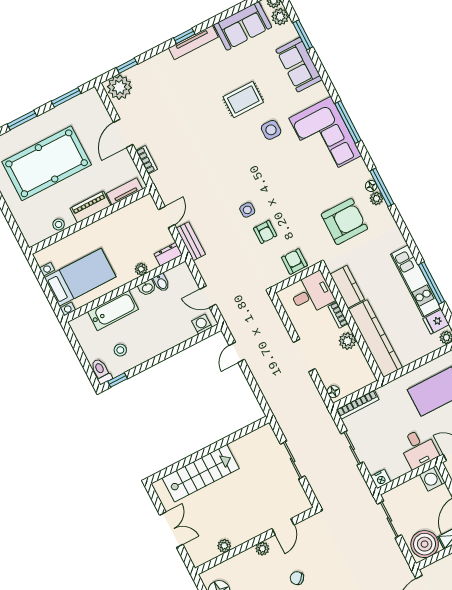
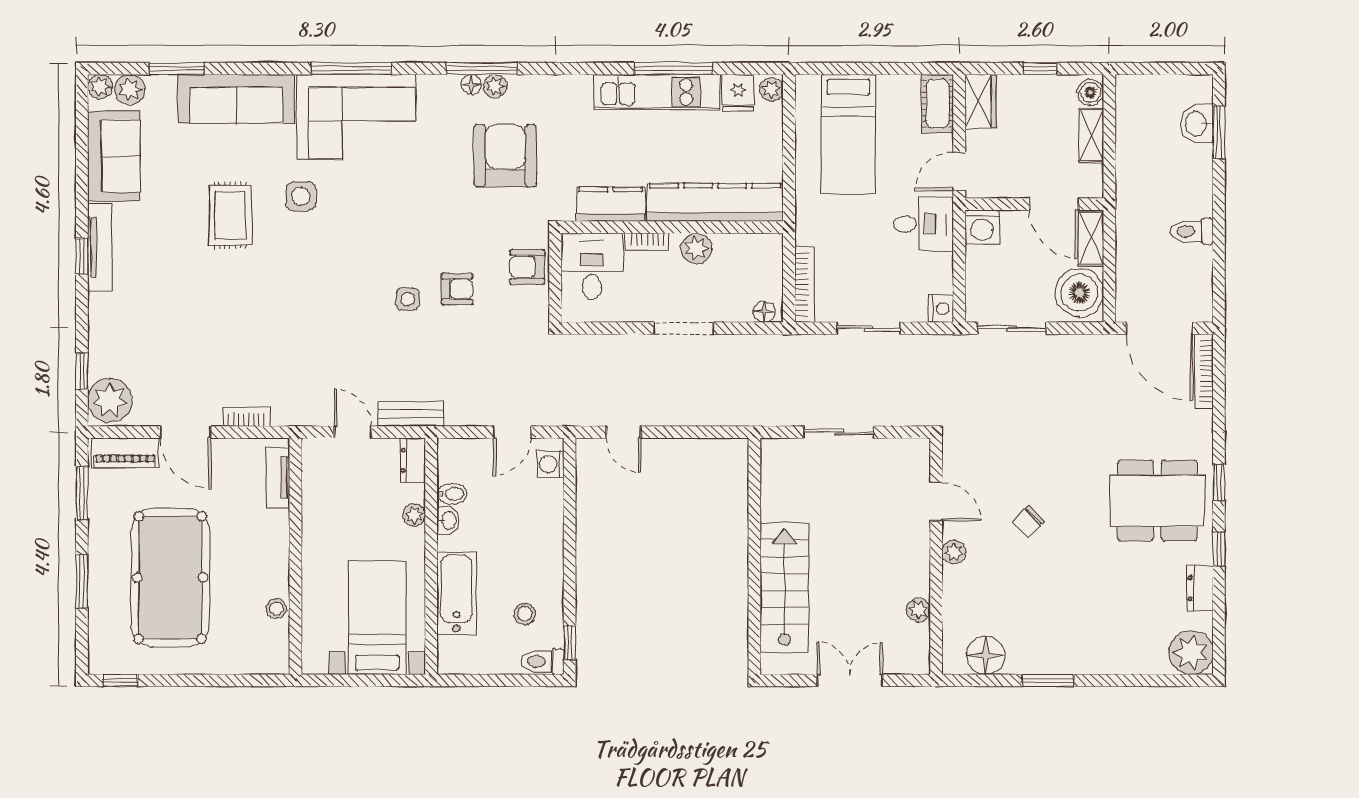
sofa: (299, 65) -> (236, 99), width x1.36
piano: (90, 207) -> (125, 453), moved, turned -90

